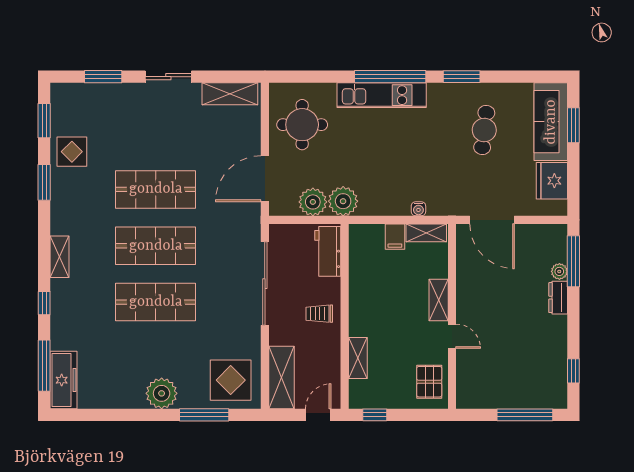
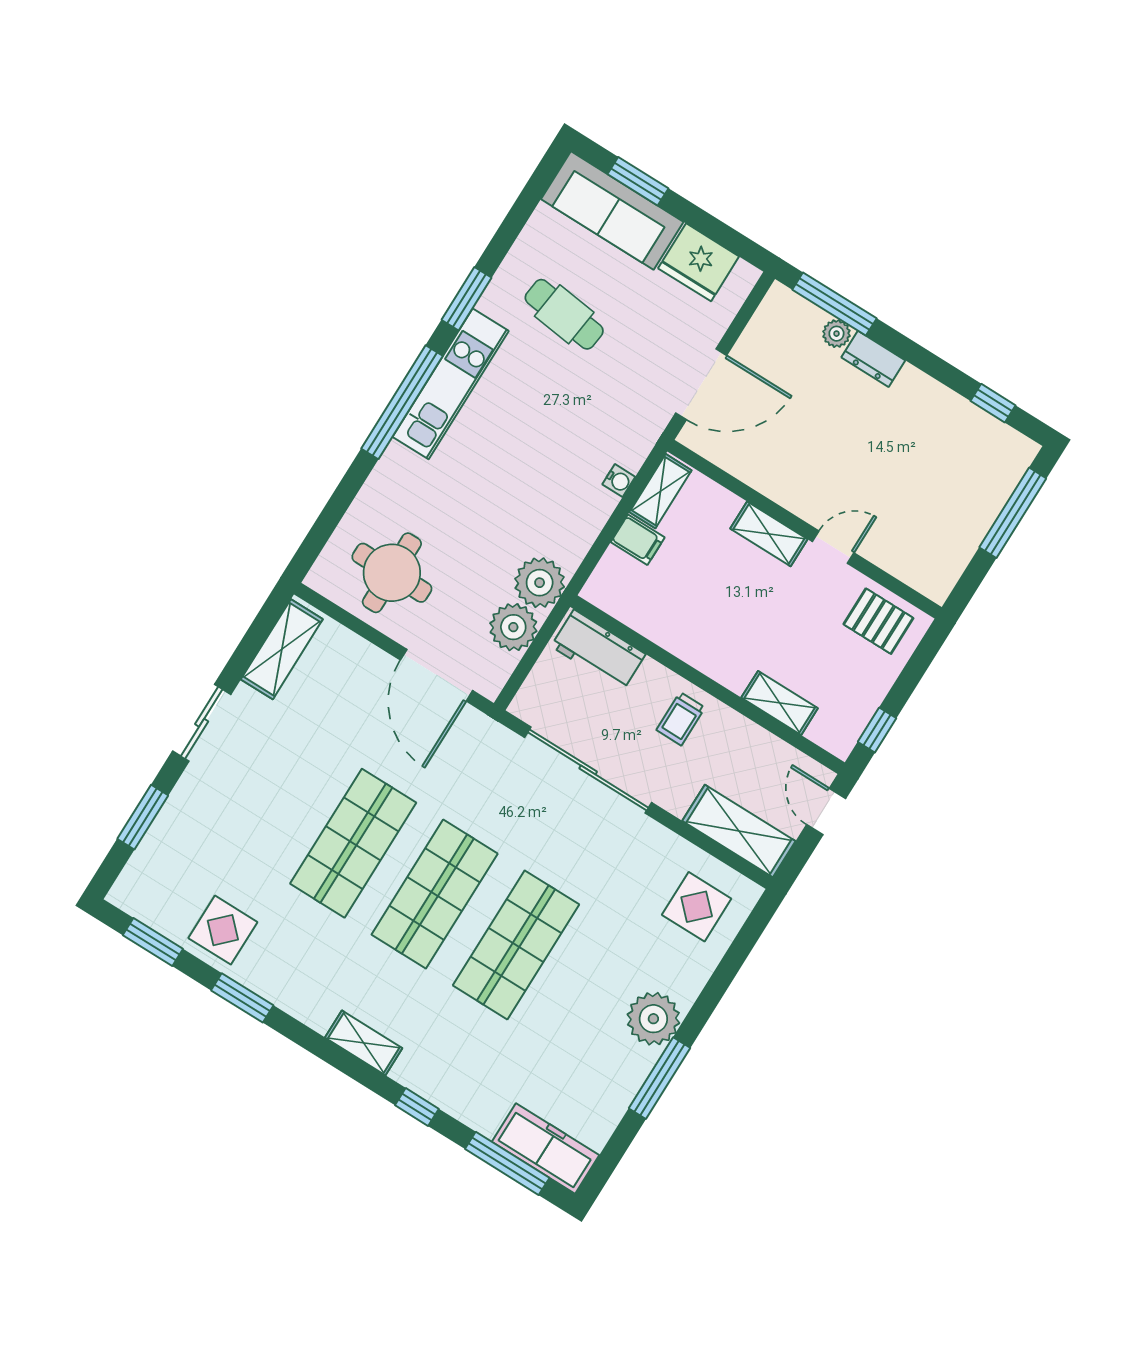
kitchen unit: (382, 95) -> (451, 384), moved
display table: (231, 380) -> (697, 907), width x0.73, depth x0.73
window: (204, 415) -> (660, 1078), moved

